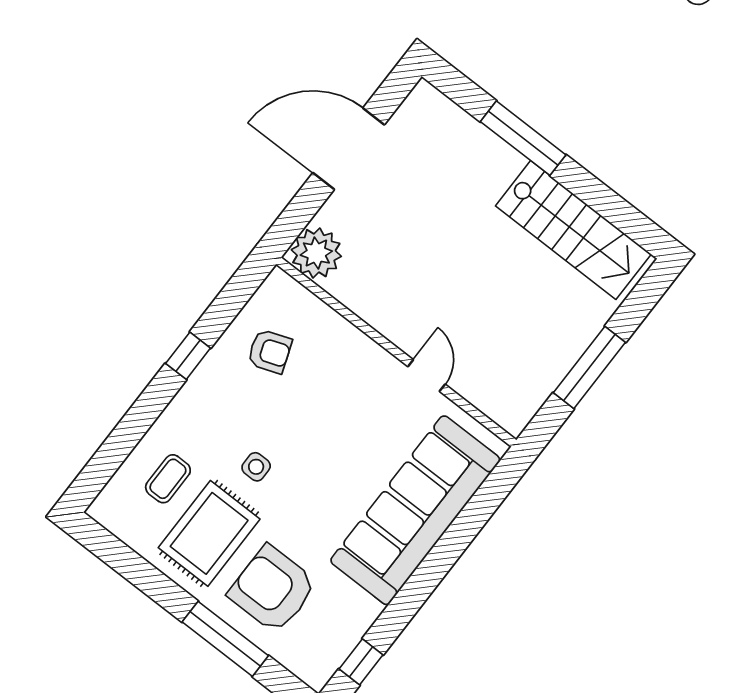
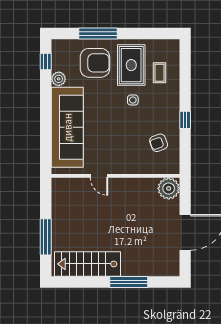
window: (589, 367) -> (46, 237), moved
plant: (362, 612) -> (59, 79), added

